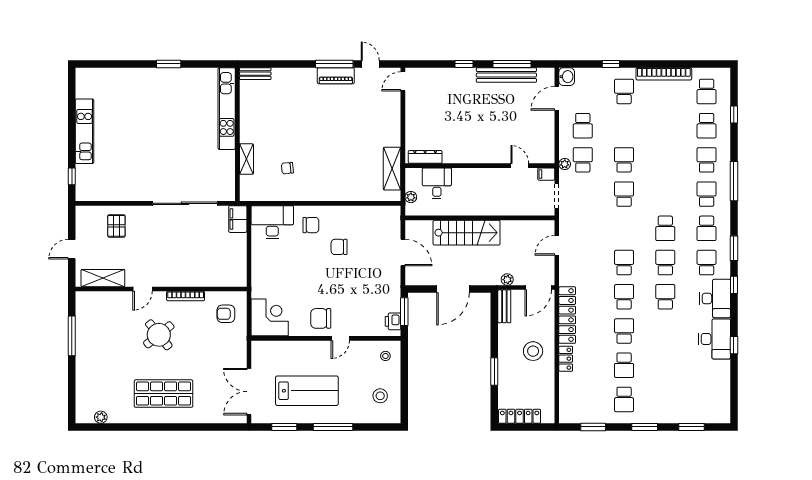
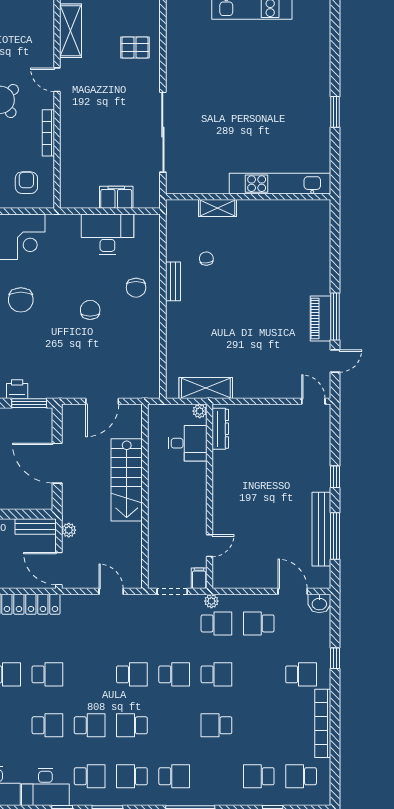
bench: (255, 74) -> (173, 281), moved
school desk: (707, 160) -> (216, 725), moved, turned 180
plant: (411, 197) -> (200, 411), moved
filing cabinet: (238, 219) -> (116, 197), moved
desk: (272, 222) -> (107, 234), moved, turned -90
chair: (339, 247) -> (90, 310), moved
school desk: (624, 263) -> (132, 674), moved
chair: (321, 318) -> (21, 300), turned 180

